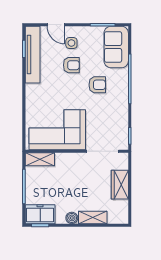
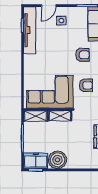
door: (56, 25) -> (49, 6), hinge flipped
armchair: (71, 65) -> (86, 85), moved
shelving: (93, 217) -> (60, 116), moved
boiler: (72, 218) -> (58, 160), width x1.86, depth x1.86

